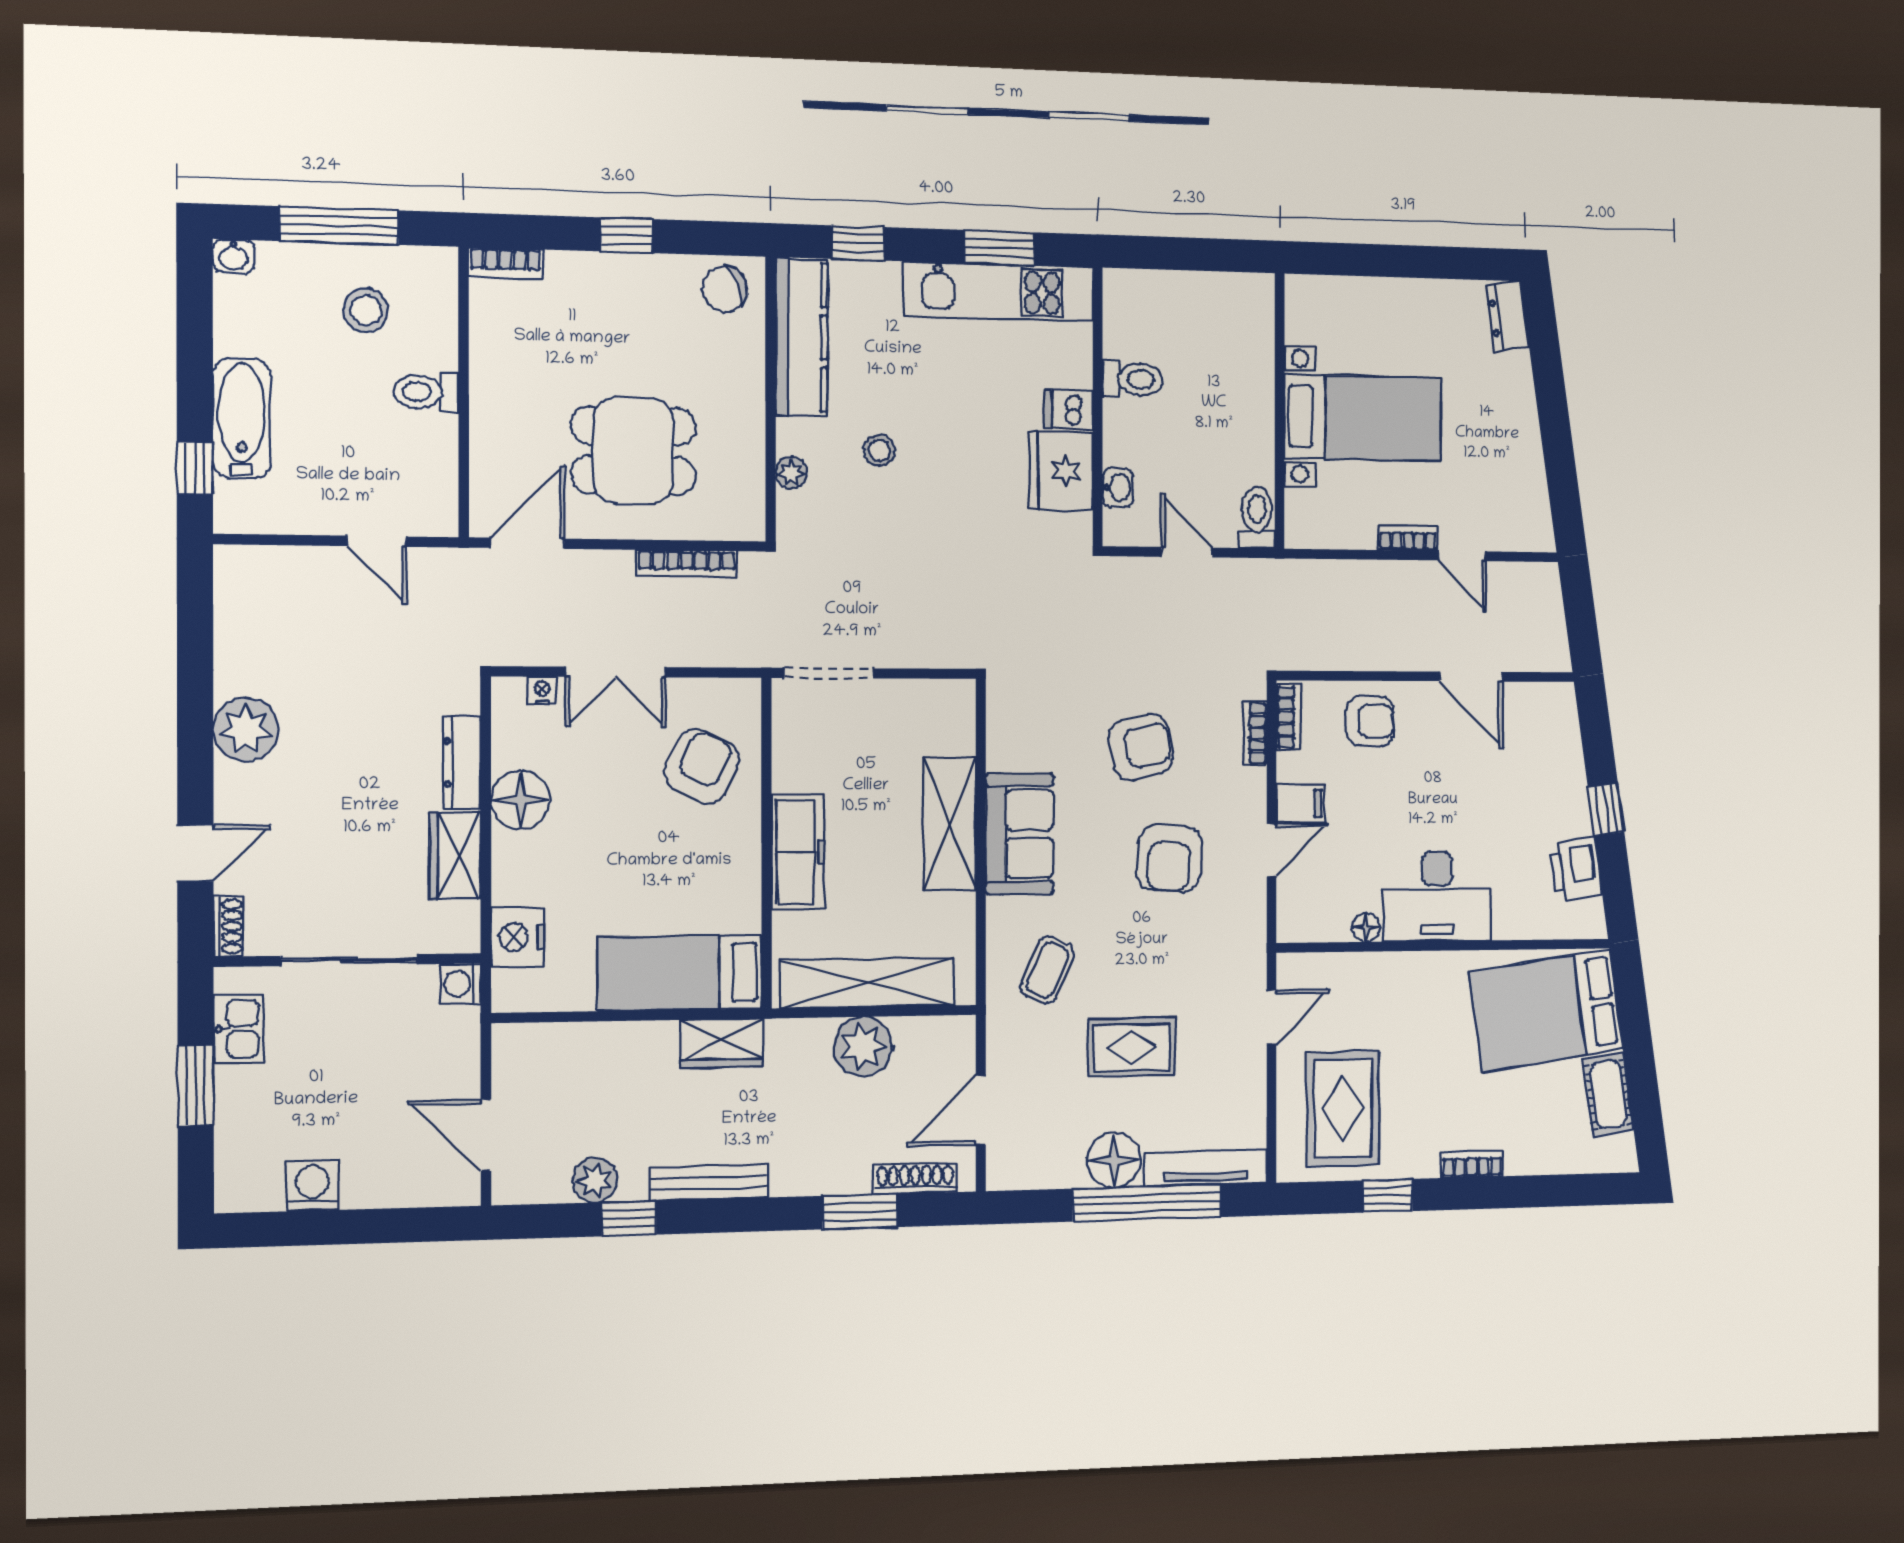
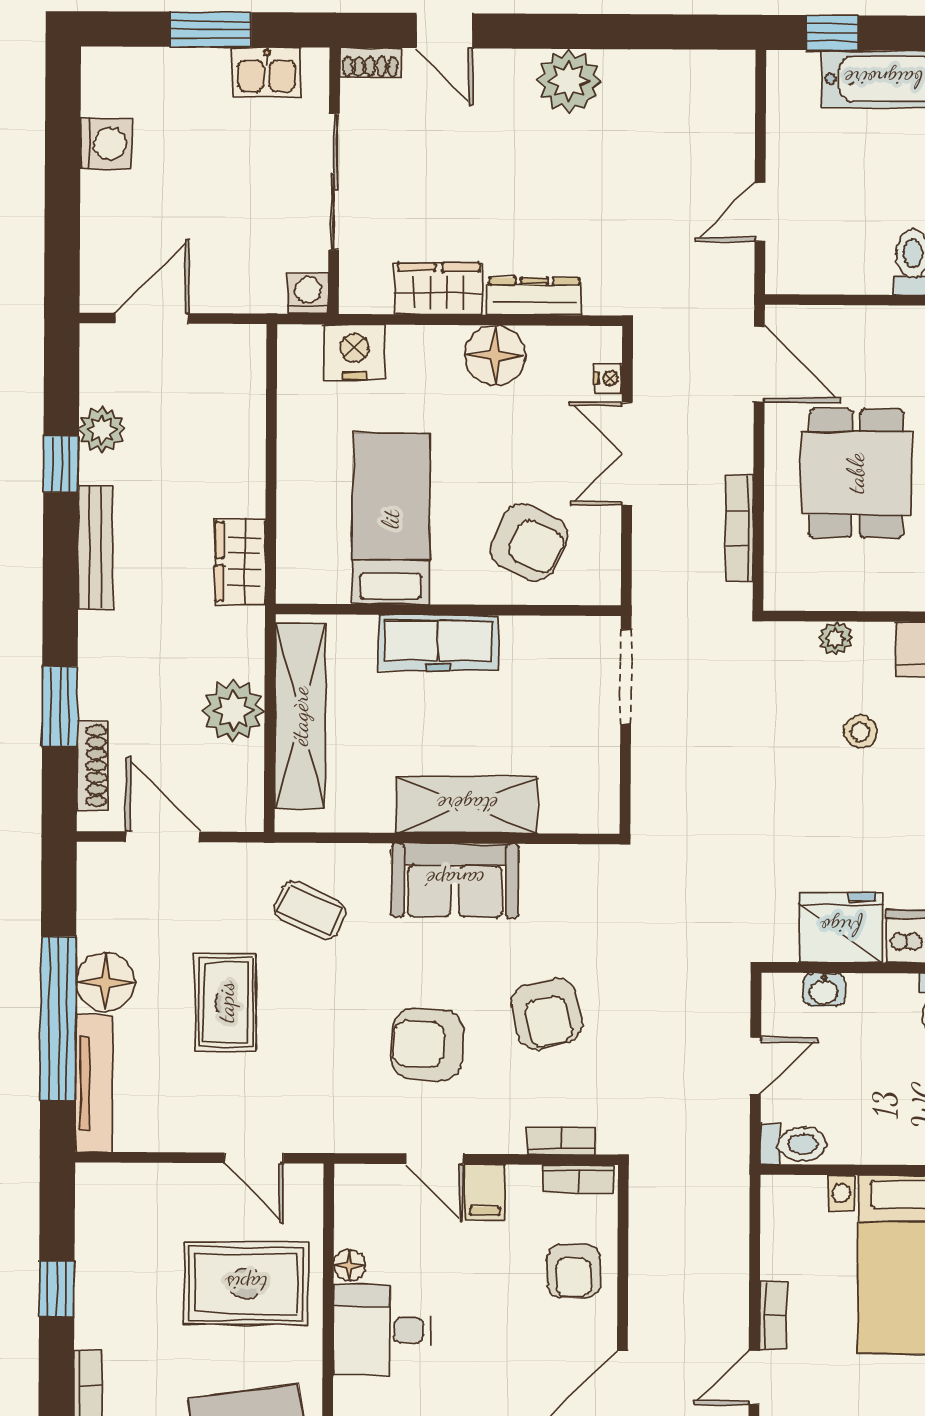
desk: (1437, 896) -> (382, 1330), width x0.73
bed: (680, 973) -> (391, 519), moved
rug: (1343, 1108) -> (246, 1284), moved

